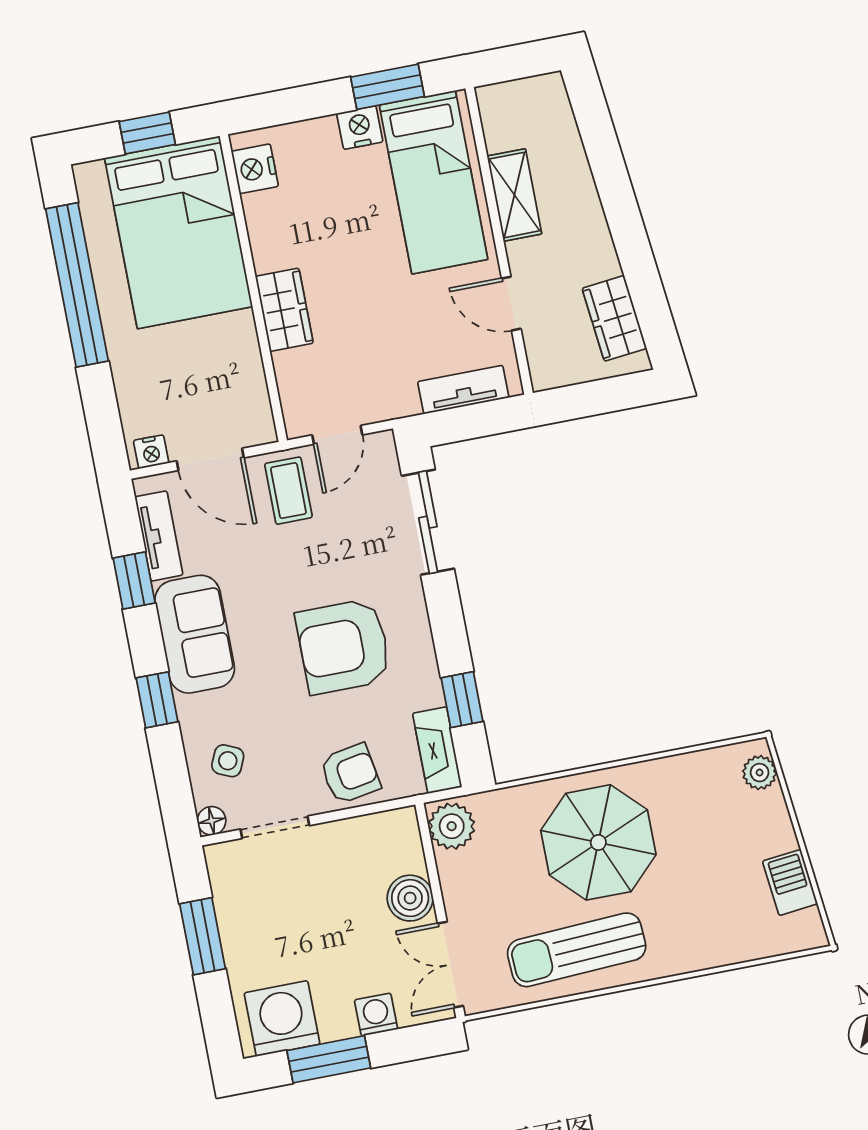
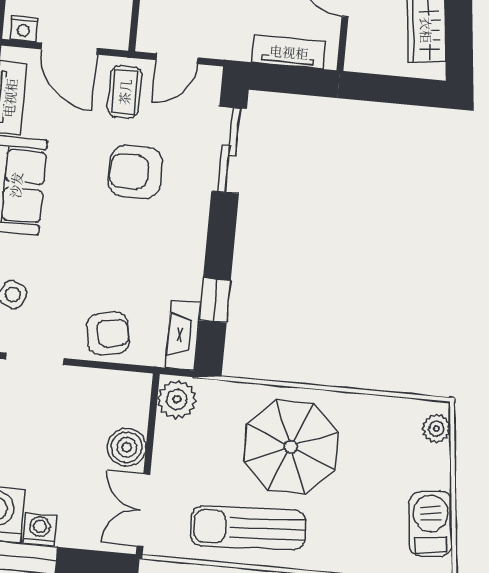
armchair: (344, 646) -> (135, 172), moved, width x0.73, depth x0.73
barbecue: (790, 882) -> (431, 524), width x1.38, depth x1.27
washing machine: (376, 1015) -> (40, 530), moved

